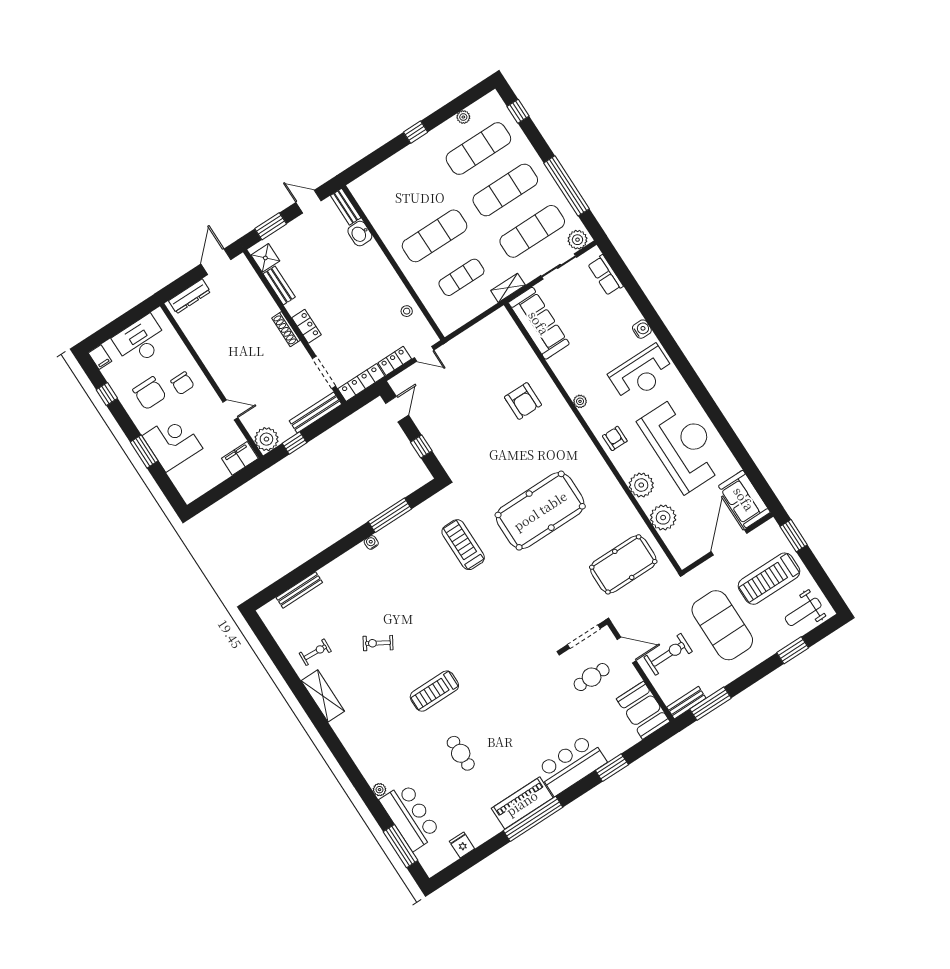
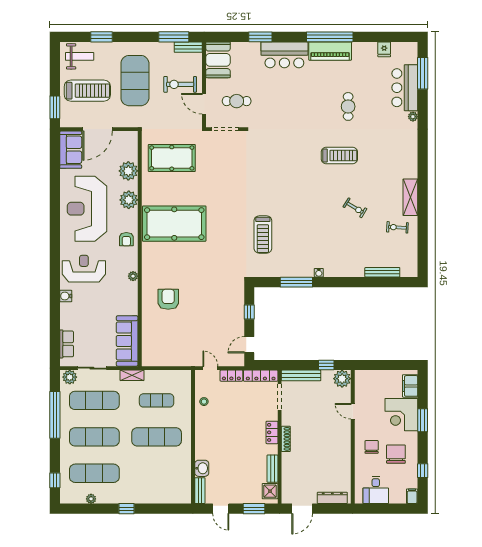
desk: (141, 341) -> (376, 490), width x0.73
filing cabinet: (240, 458) -> (410, 386), moved, turned 90
pool table: (540, 511) -> (174, 224), moved

